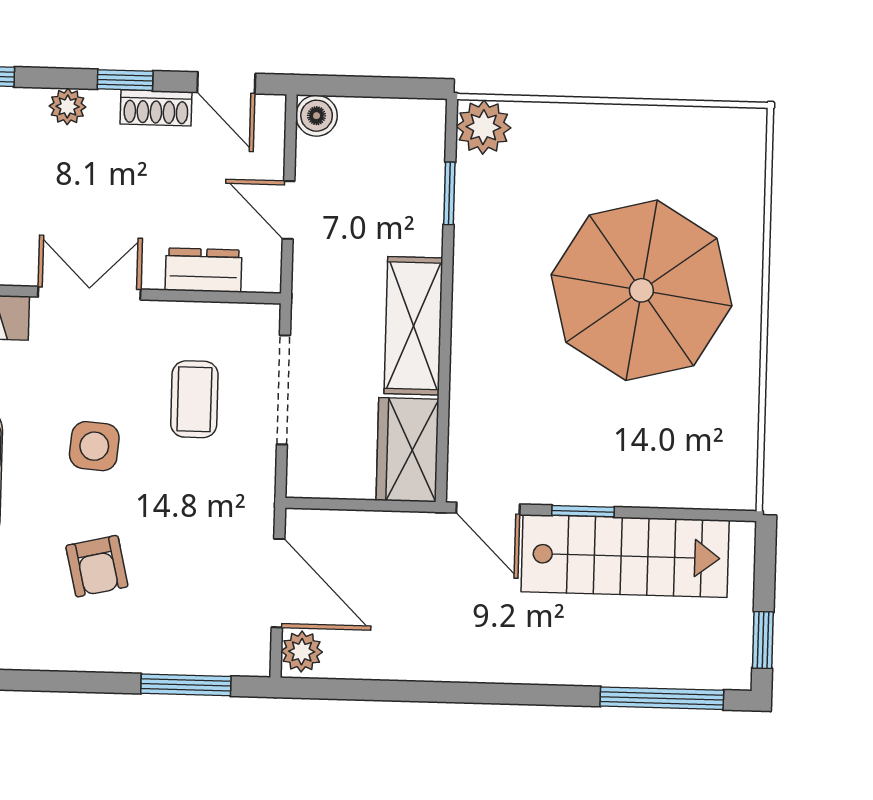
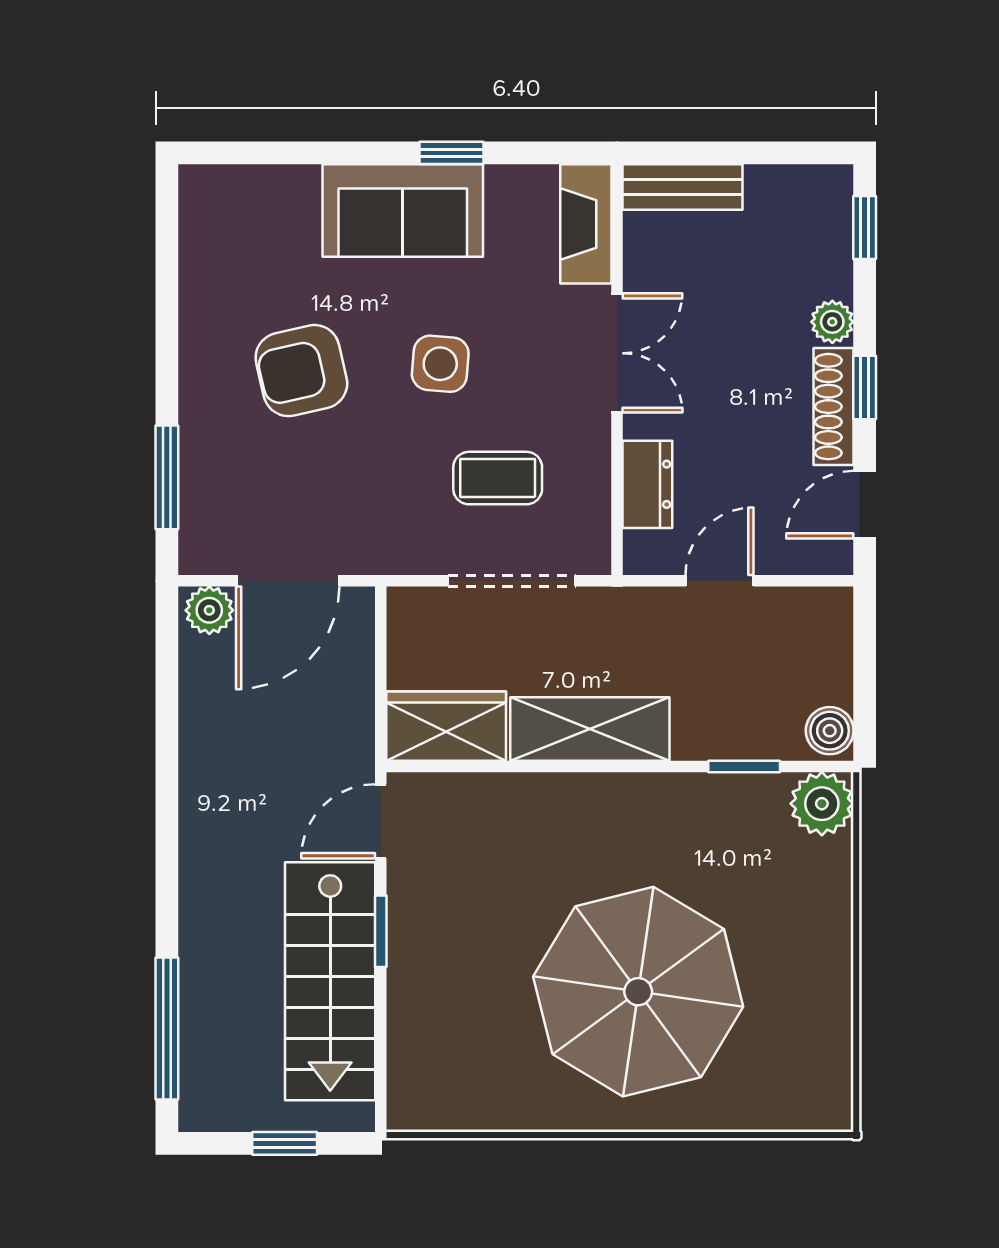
shoe rack: (156, 108) -> (834, 407), width x1.43
boiler: (317, 116) -> (830, 731), moved
armchair: (97, 566) -> (301, 371), width x1.38, depth x1.38
window: (763, 640) -> (285, 1143), moved

